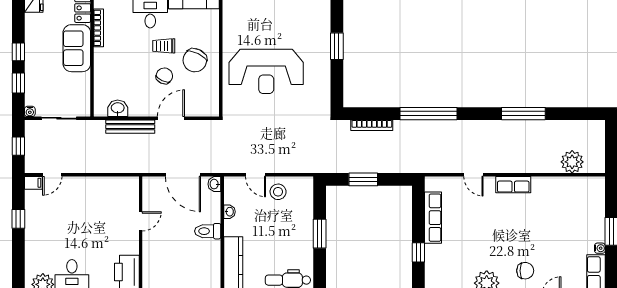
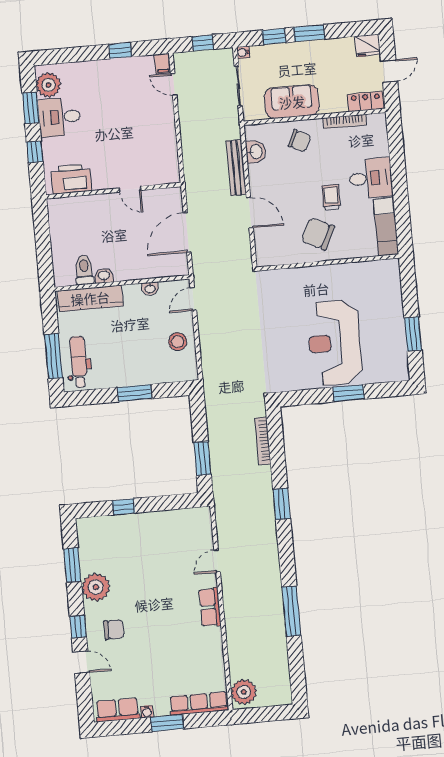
sofa: (77, 48) -> (292, 102), moved
window: (18, 52) -> (309, 33), width x1.50
reception desk: (266, 71) -> (335, 343), moved
chair: (164, 76) -> (299, 141), moved
window: (428, 114) -> (282, 504), width x0.47
plant: (572, 162) -> (244, 692), moved
door: (256, 175) -> (193, 299), moved
window: (363, 179) -> (202, 459), moved
washbasin: (214, 184) -> (104, 276), moved
row of seats: (433, 218) -> (199, 703), moved, turned 180
toilet: (208, 231) -> (84, 270), moved
chair: (525, 271) -> (114, 630), turned -90

